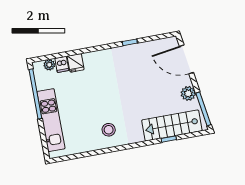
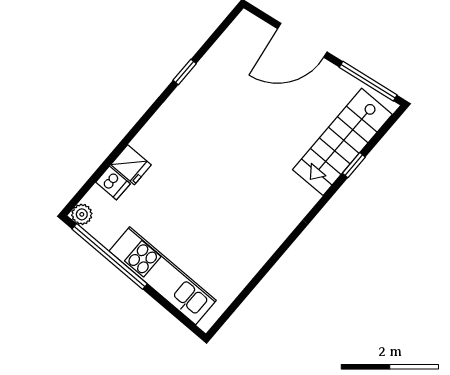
door: (186, 59) -> (302, 40), moved
plant: (49, 65) -> (82, 214), moved
plant: (188, 93) -> (328, 77), removed
stool: (109, 130) -> (257, 222), removed

